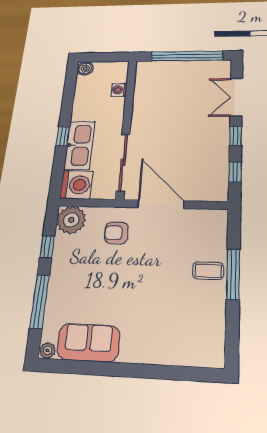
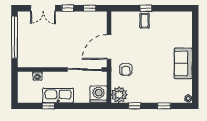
boiler: (85, 69) -> (22, 98), removed
window: (63, 136) -> (48, 106), moved
kitchen sink: (79, 145) -> (58, 95), moved
window: (233, 274) -> (146, 8), width x0.46
window: (40, 301) -> (164, 106), width x0.46
sofa: (88, 342) -> (183, 63), moved

